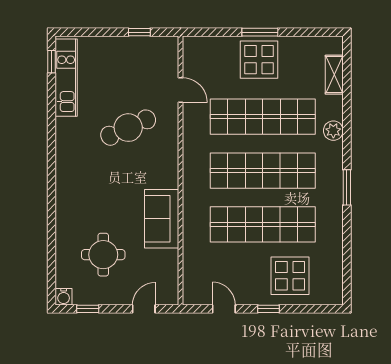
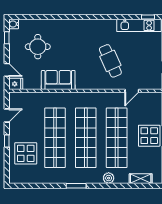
fridge: (168, 293) -> (16, 84), added

